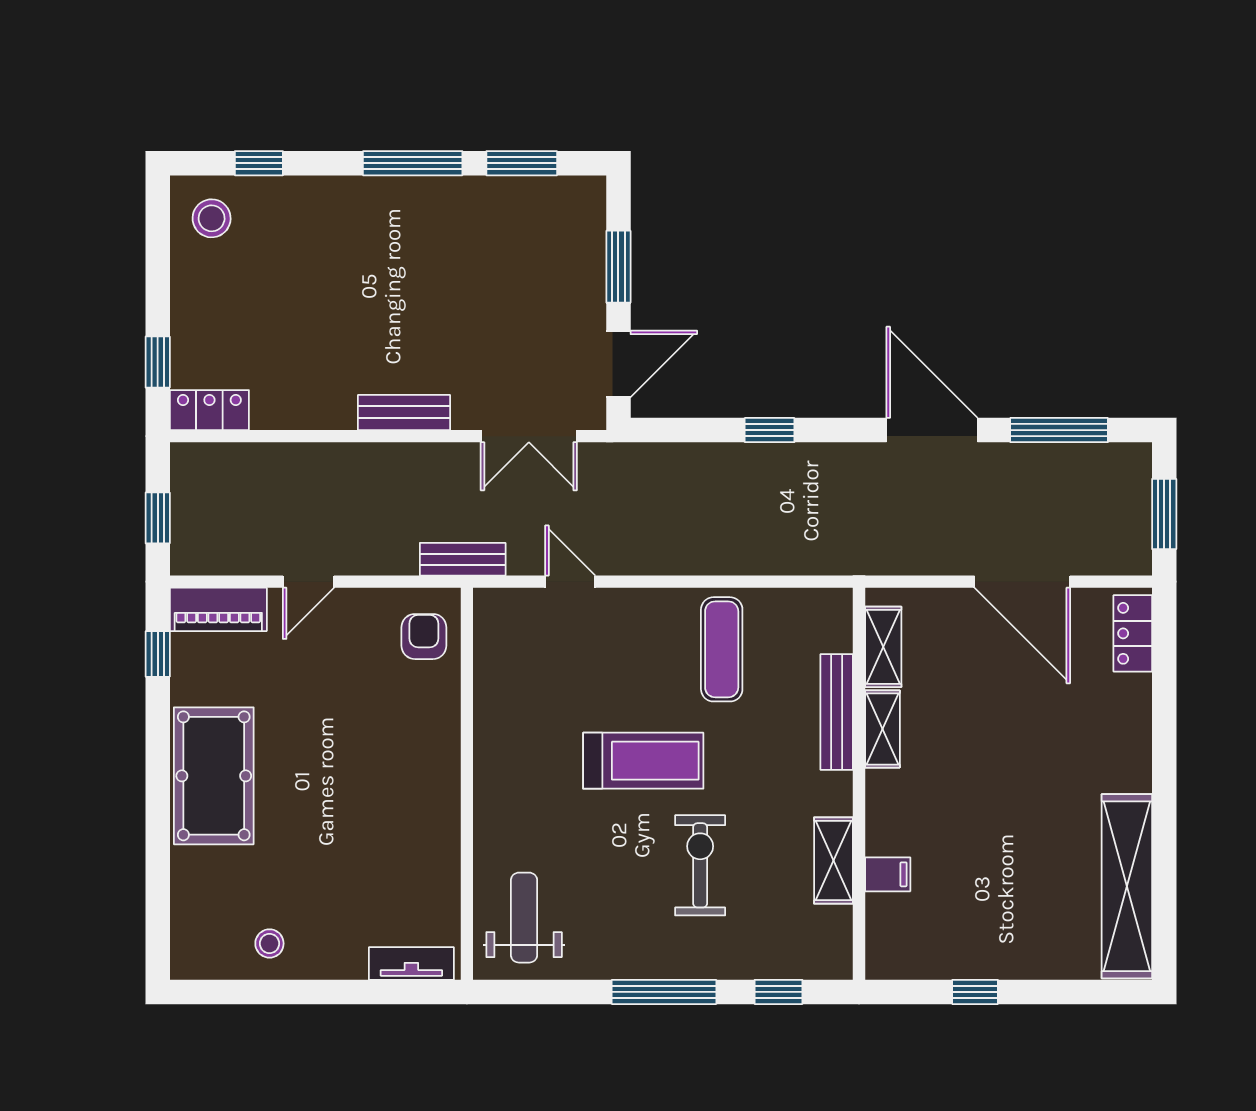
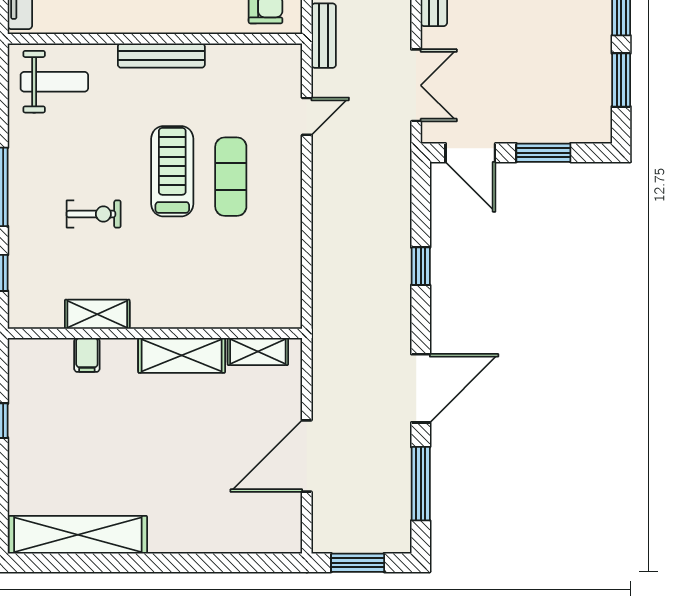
double door: (529, 436) -> (416, 85), swing flipped
locker: (1133, 633) -> (268, 539), removed
exercise mat: (722, 649) -> (231, 177), moved, turned 90
bench: (837, 712) -> (161, 56), moved
shelving: (882, 729) -> (182, 355), width x1.50, depth x1.33
treadmill: (643, 761) -> (172, 171), turned 180
exercise bike: (700, 865) -> (94, 214), width x0.73, depth x0.72

